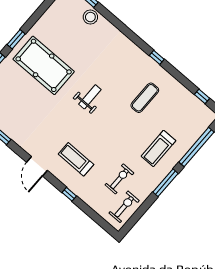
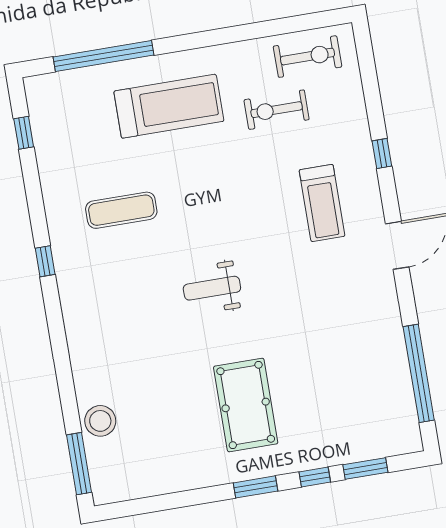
pool table: (44, 65) -> (246, 405), width x0.73, depth x0.76
treadmill: (159, 148) -> (169, 106), width x1.37, depth x1.38
window: (166, 183) -> (205, 39), removed
exercise bike: (124, 207) -> (308, 57), turned 180

